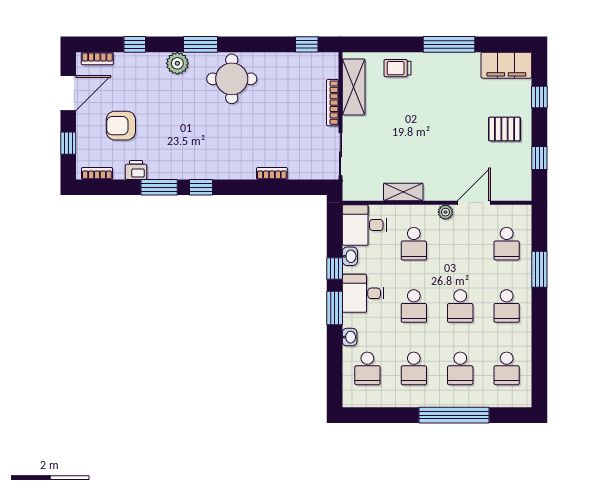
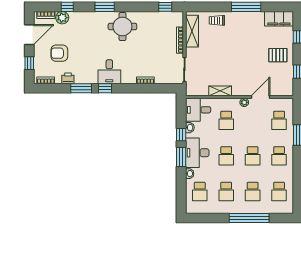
plant: (177, 63) -> (62, 18), moved
desk: (209, 158) -> (109, 72), added
desk: (363, 293) -> (197, 153), width x1.37

